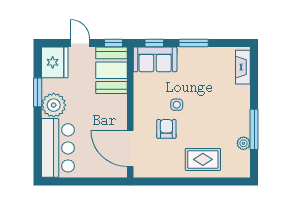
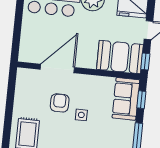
armchair: (166, 129) -> (60, 103), turned -90
door: (130, 149) -> (57, 68), moved

